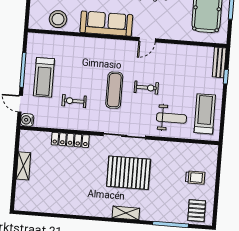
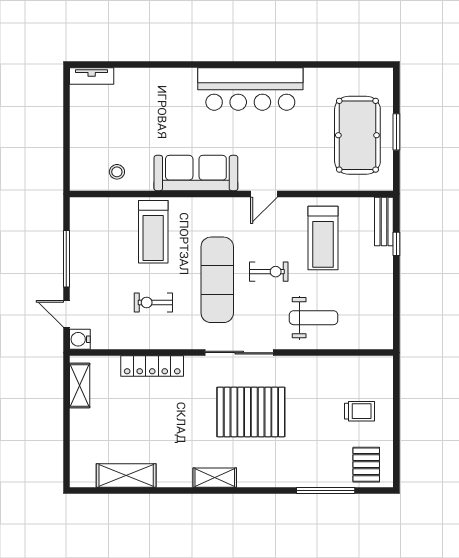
stool: (58, 19) -> (117, 172), width x0.53, depth x0.53
treadmill: (44, 77) -> (153, 232), moved
exercise mat: (114, 90) -> (217, 280), width x1.36, depth x1.45
treadmill: (205, 114) -> (323, 238), moved, turned 180
shelving: (23, 166) -> (80, 385), moved
shelving: (49, 206) -> (126, 475), added
shelving: (126, 213) -> (215, 478), moved

